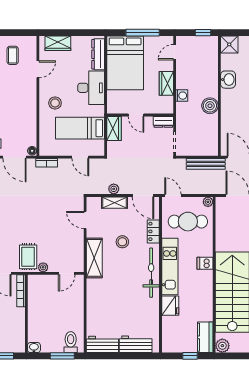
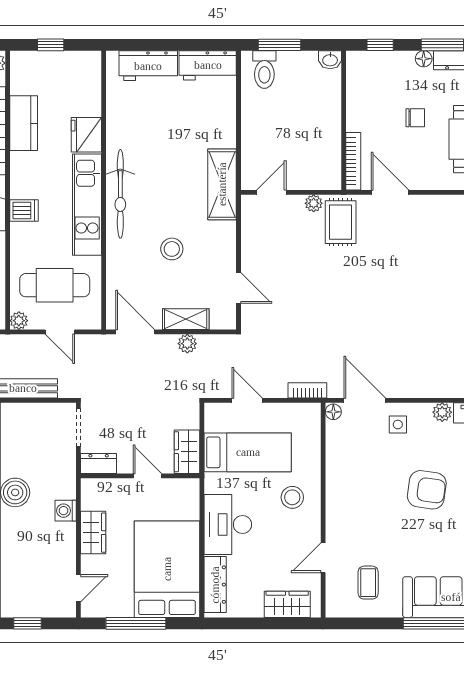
door: (173, 196) -> (60, 332), moved
locker: (153, 231) -> (116, 268), removed
shelving: (94, 258) -> (222, 184), moved
kitchen counter: (205, 337) -> (24, 123), moved

